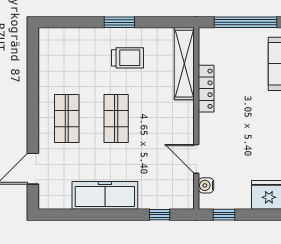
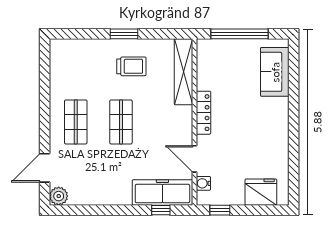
locker: (206, 89) -> (203, 113), moved
freezer: (105, 195) -> (162, 192), moved
plant: (48, 199) -> (59, 196), added

